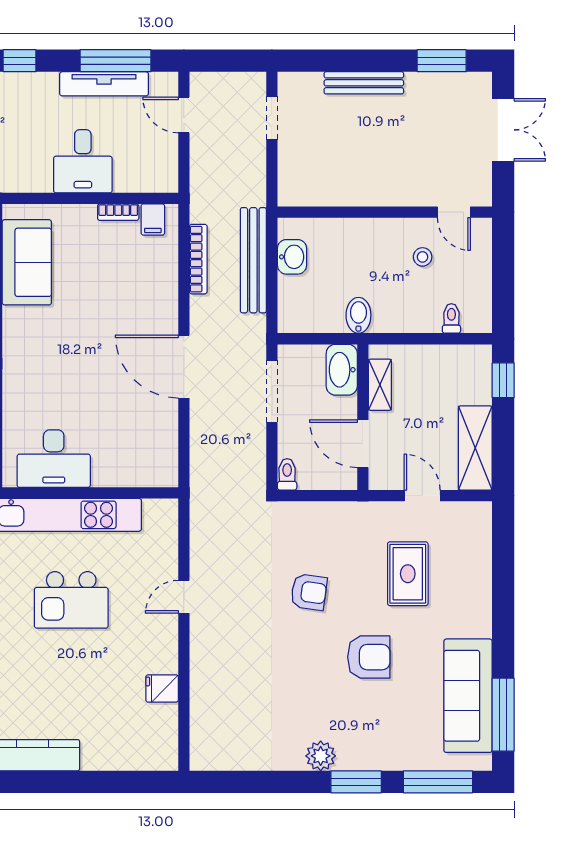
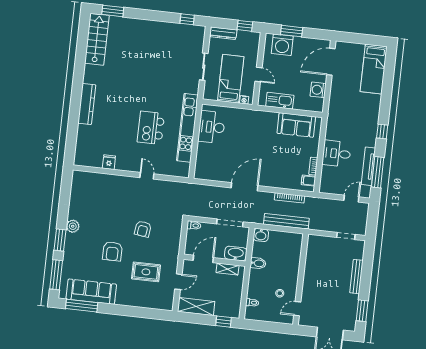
washbasin: (292, 257) -> (261, 235), moved

